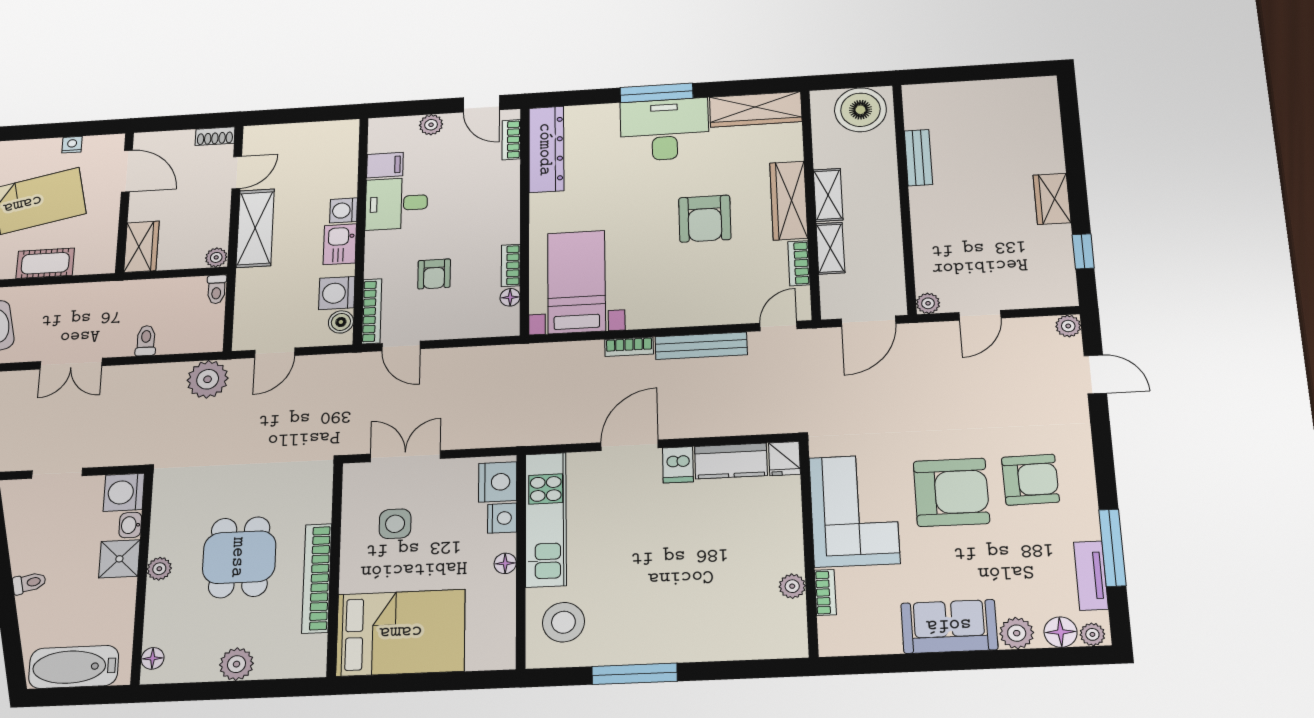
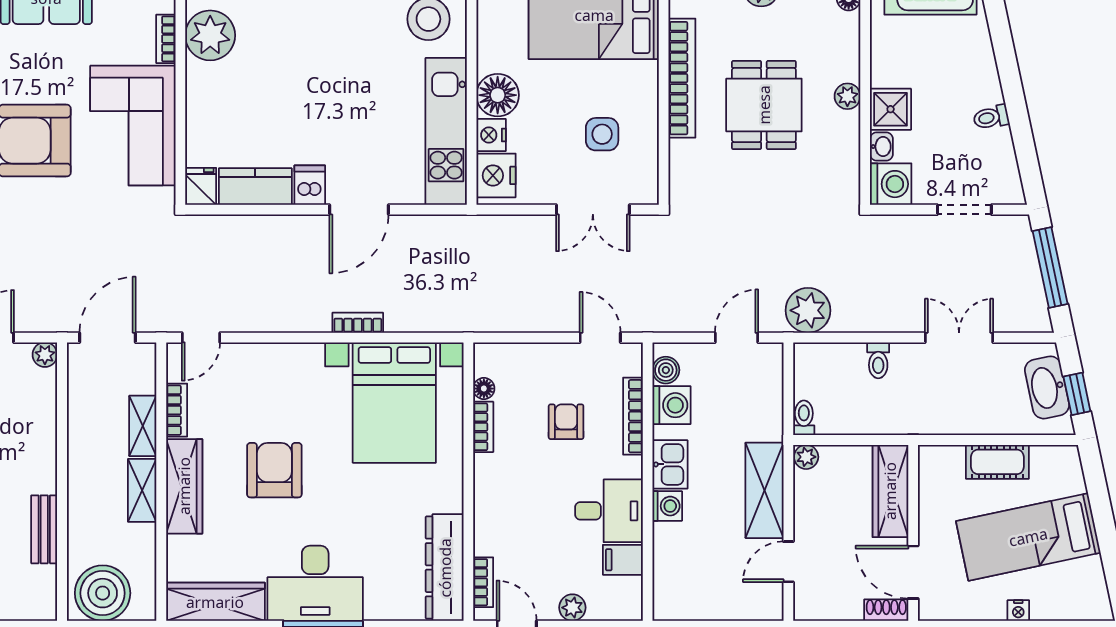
shoe rack: (215, 136) -> (886, 610), moved
nightstand: (72, 145) -> (1018, 610), moved
wardrobe: (141, 247) -> (890, 491), width x1.50
bed with nightstands: (576, 282) -> (394, 403), width x1.36
bookcase: (372, 311) -> (633, 416), moved
bench: (701, 346) -> (282, 319), removed
floor lamp: (505, 563) -> (498, 95), width x1.89, depth x1.89
toilet: (29, 583) -> (991, 117), moved
plant: (792, 586) -> (210, 35), width x1.88, depth x1.88

